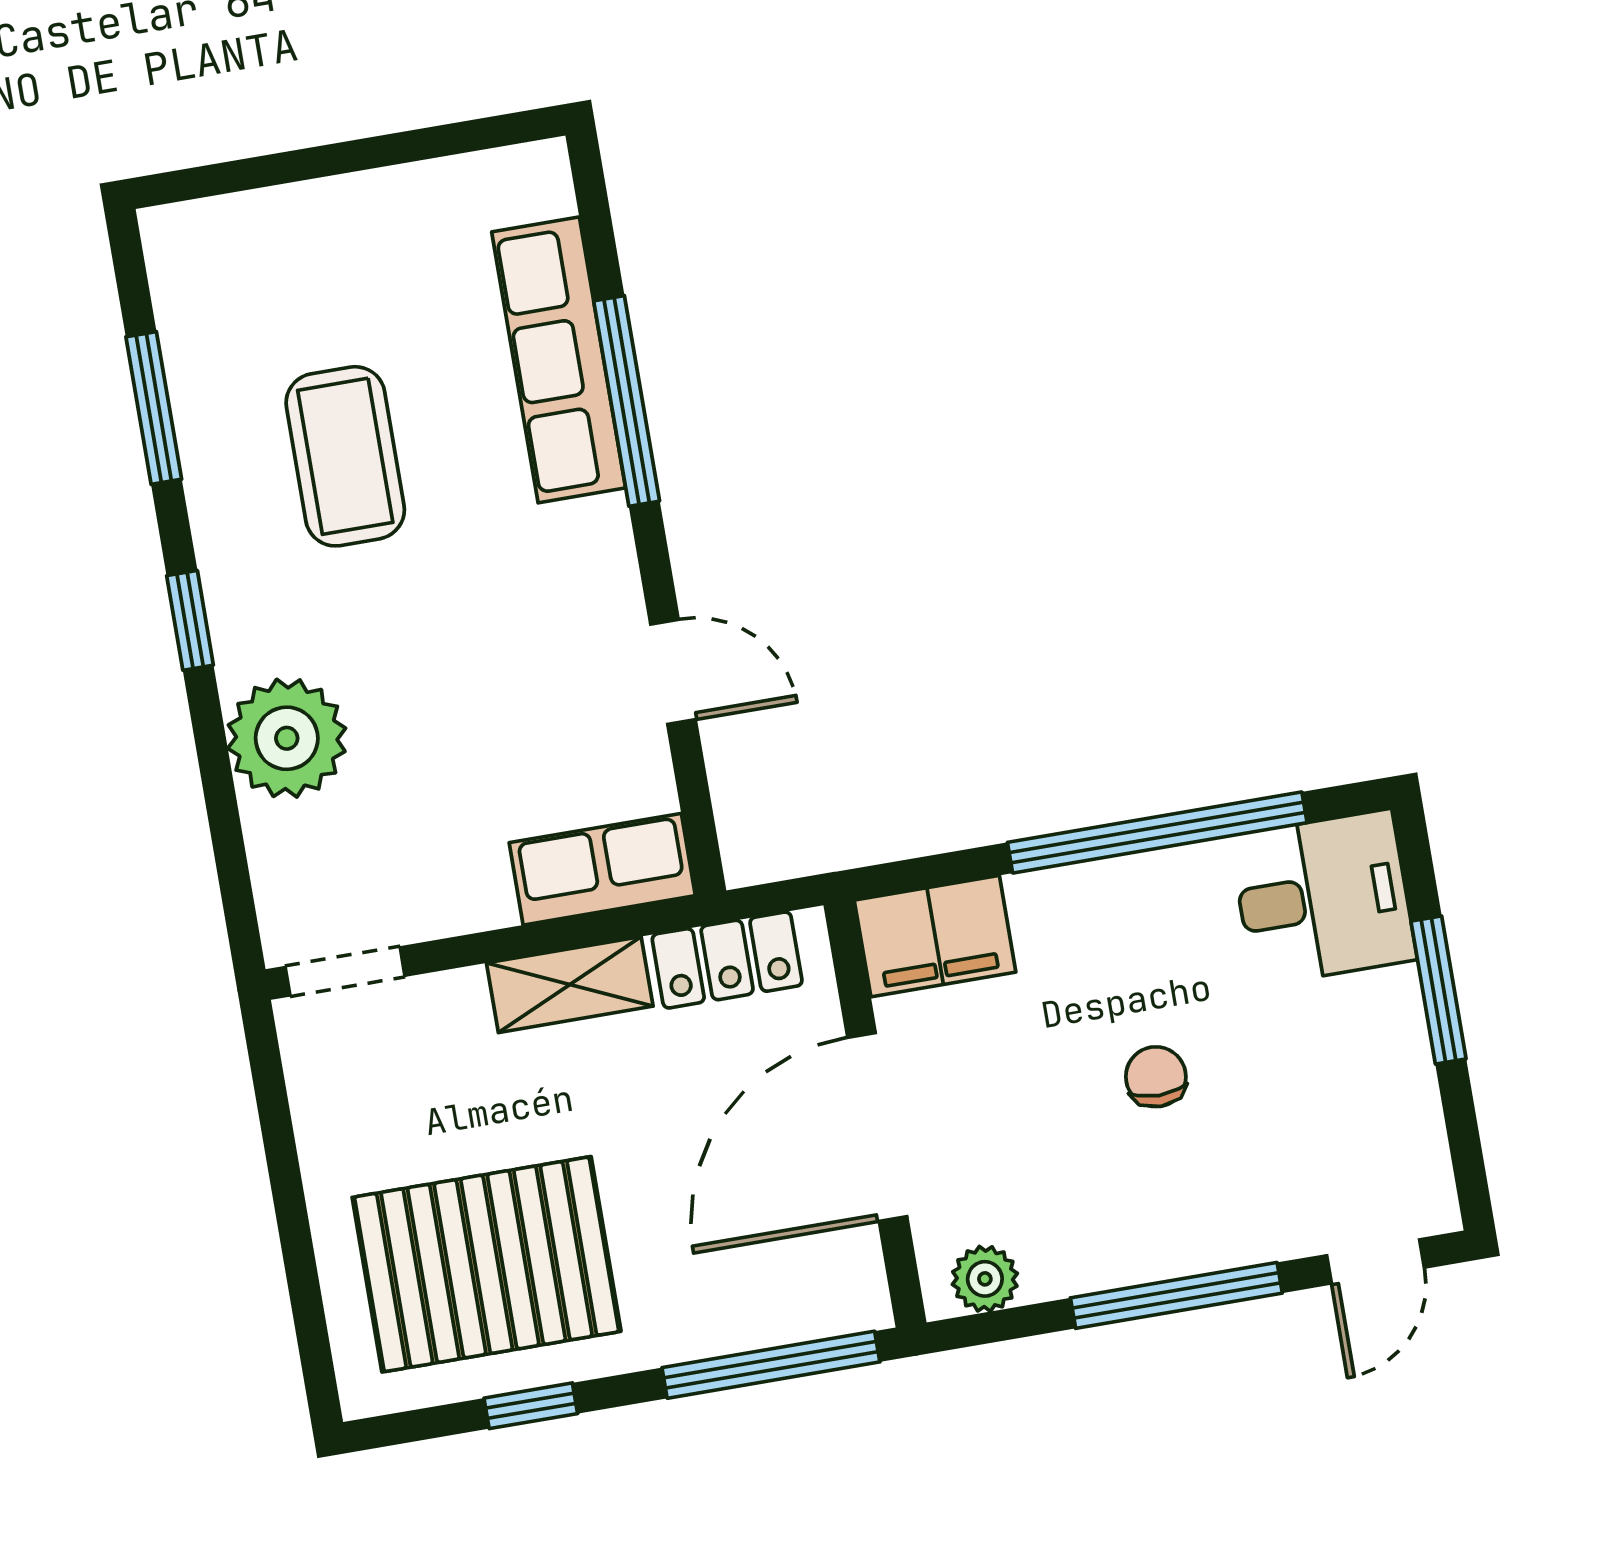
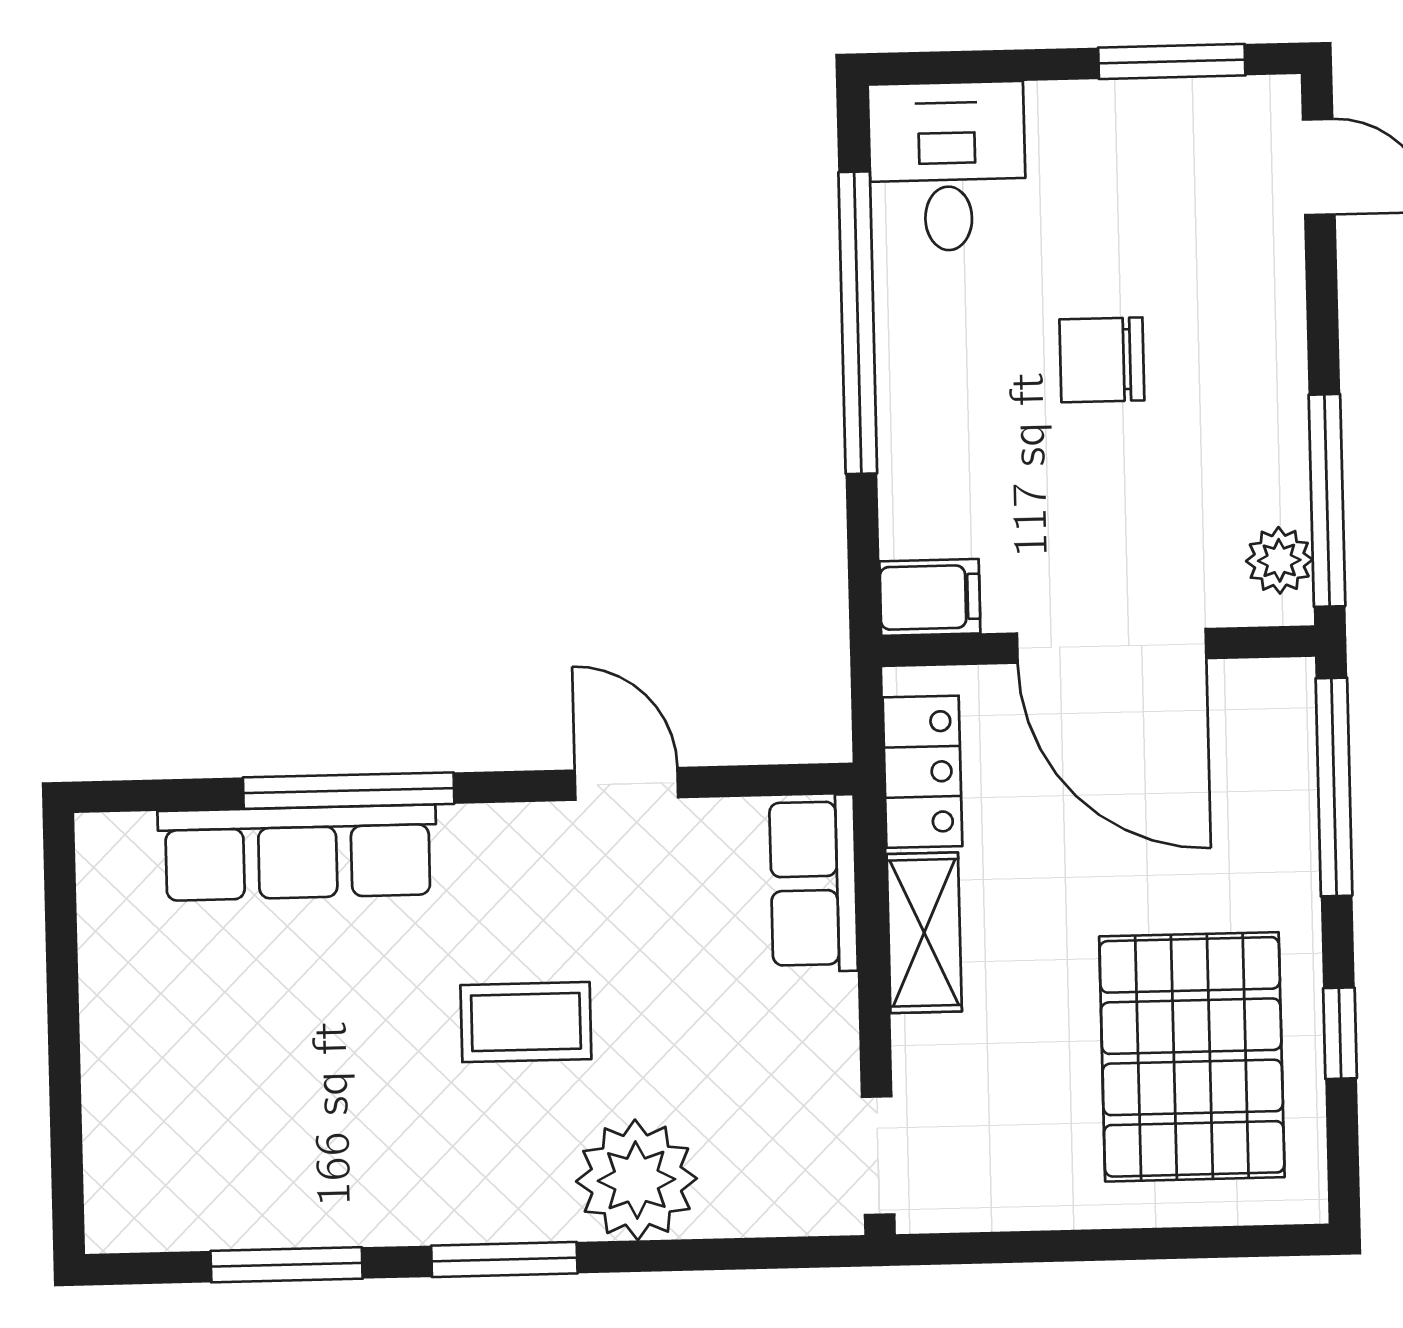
coffee table: (345, 456) -> (526, 1022), moved, width x0.73, depth x0.77
window: (190, 620) -> (504, 1260), width x1.50
door: (673, 672) -> (626, 784), hinge flipped
filing cabinet: (935, 936) -> (930, 597), width x0.50
window: (1439, 990) -> (1172, 61), moved
chair: (1156, 1077) -> (1102, 360), width x1.37, depth x1.37
window: (1176, 1295) -> (1327, 500), moved

